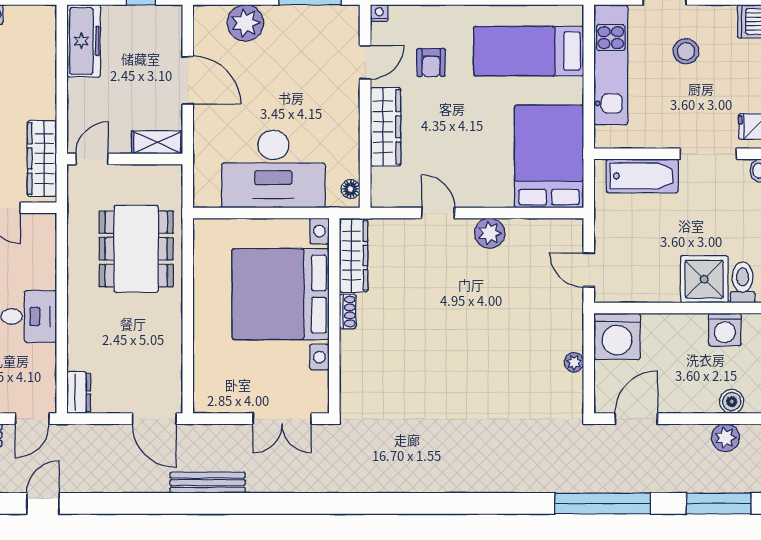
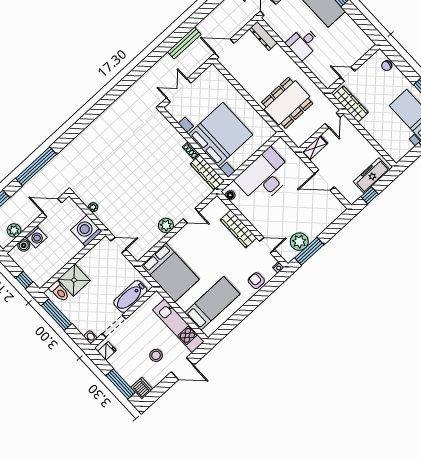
plant: (245, 23) -> (299, 242), moved
freezer: (84, 41) -> (372, 176), moved, turned 90
door: (365, 62) -> (267, 245), swing flipped
armchair: (431, 62) -> (256, 281), moved
dining table: (136, 249) -> (287, 103), turned 90
washing machine: (725, 330) -> (36, 237), moved, turned 180
dresser: (79, 392) -> (263, 36), width x1.44
door: (636, 419) -> (52, 208), swing flipped

